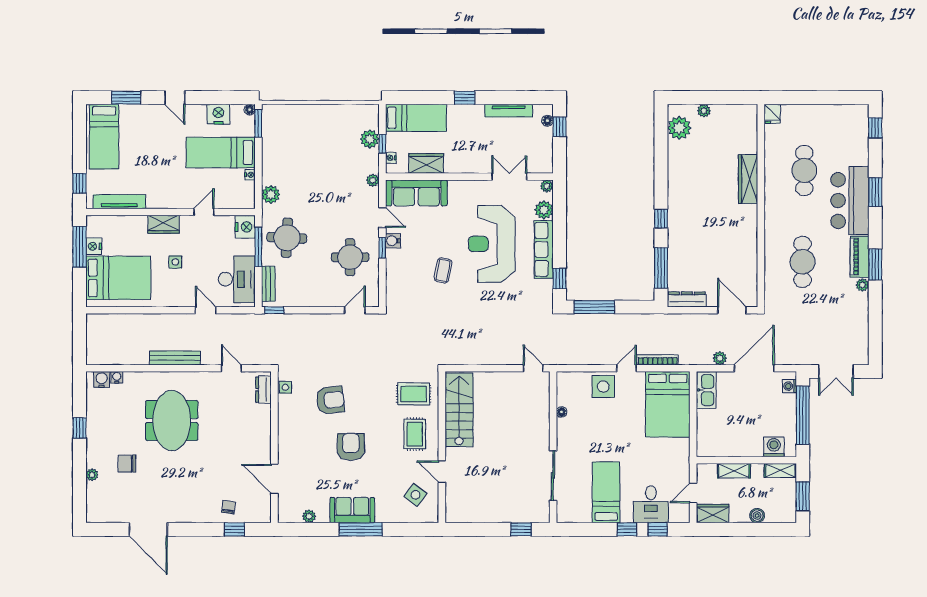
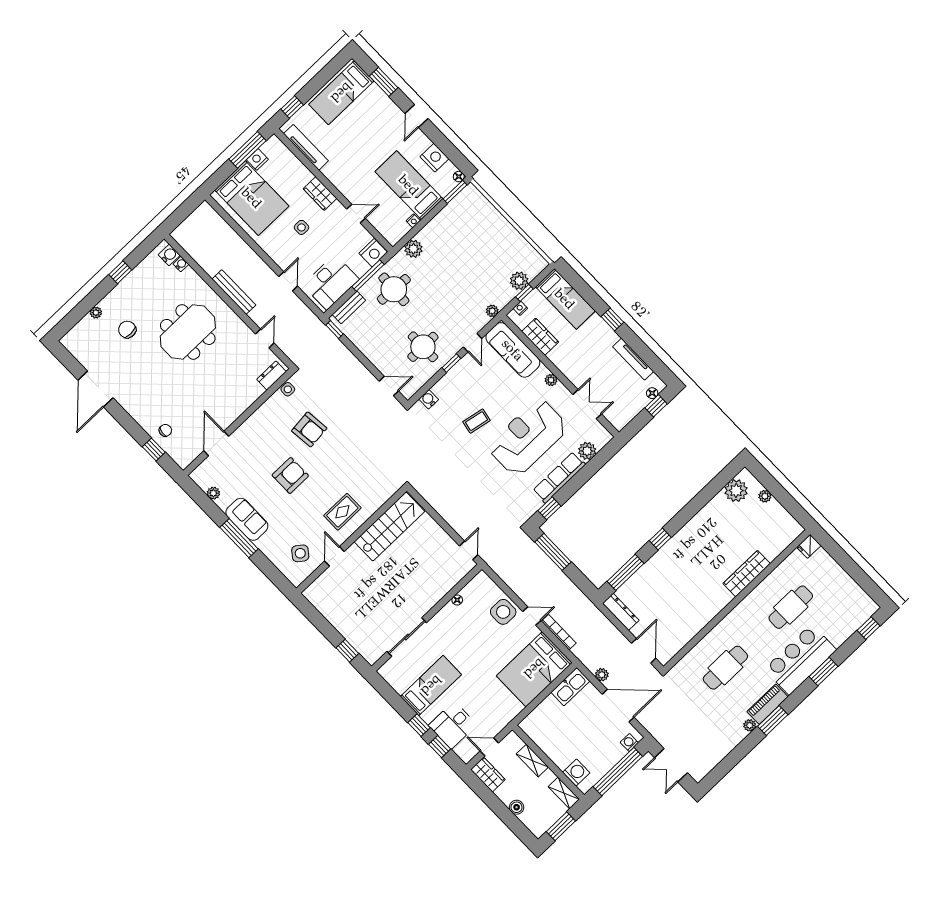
plant: (547, 186) -> (551, 380), moved
water cooler: (393, 241) -> (429, 399), moved
rug: (414, 394) -> (370, 484), removed

